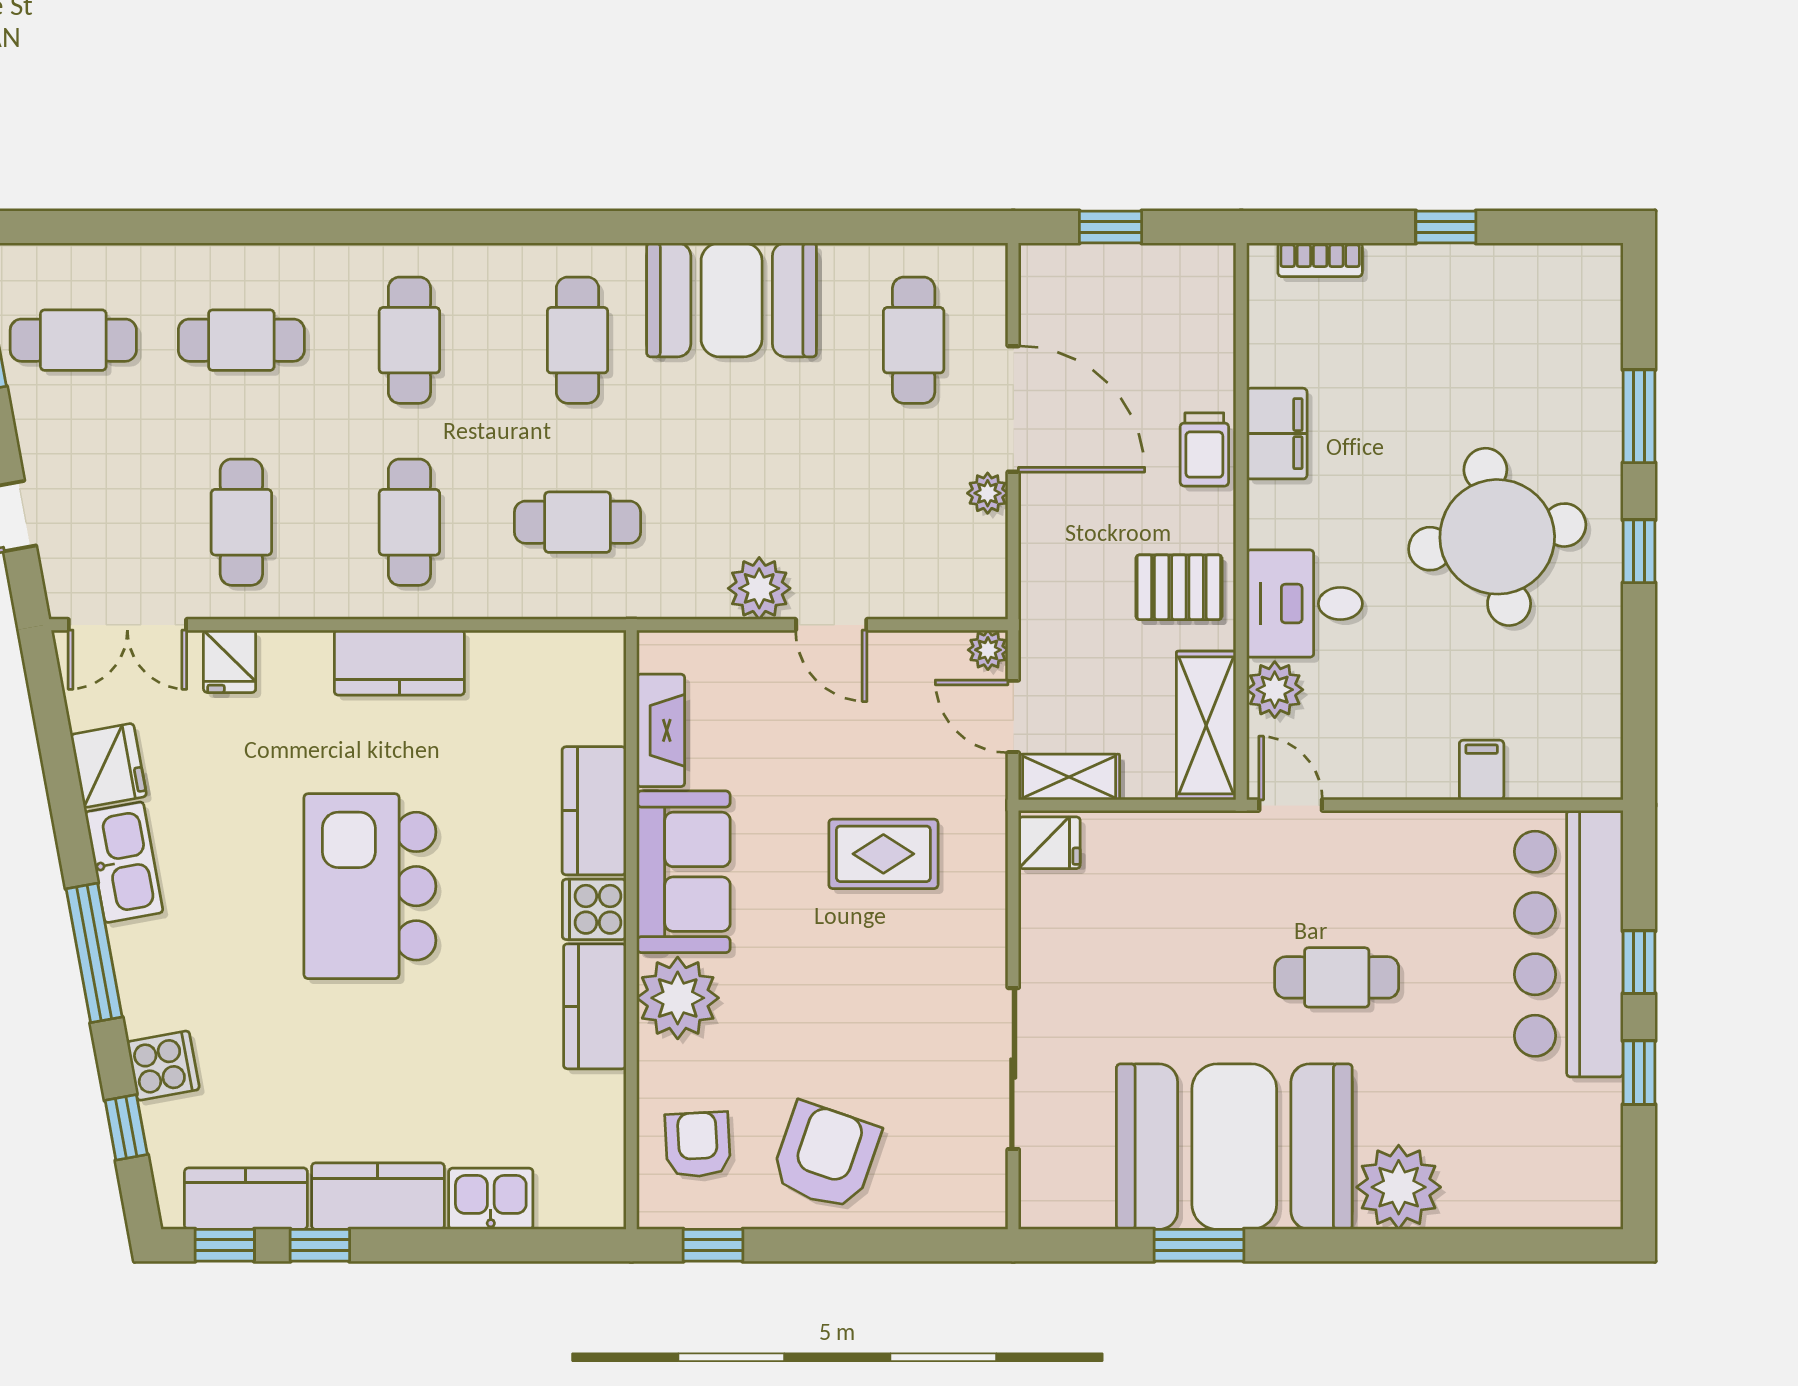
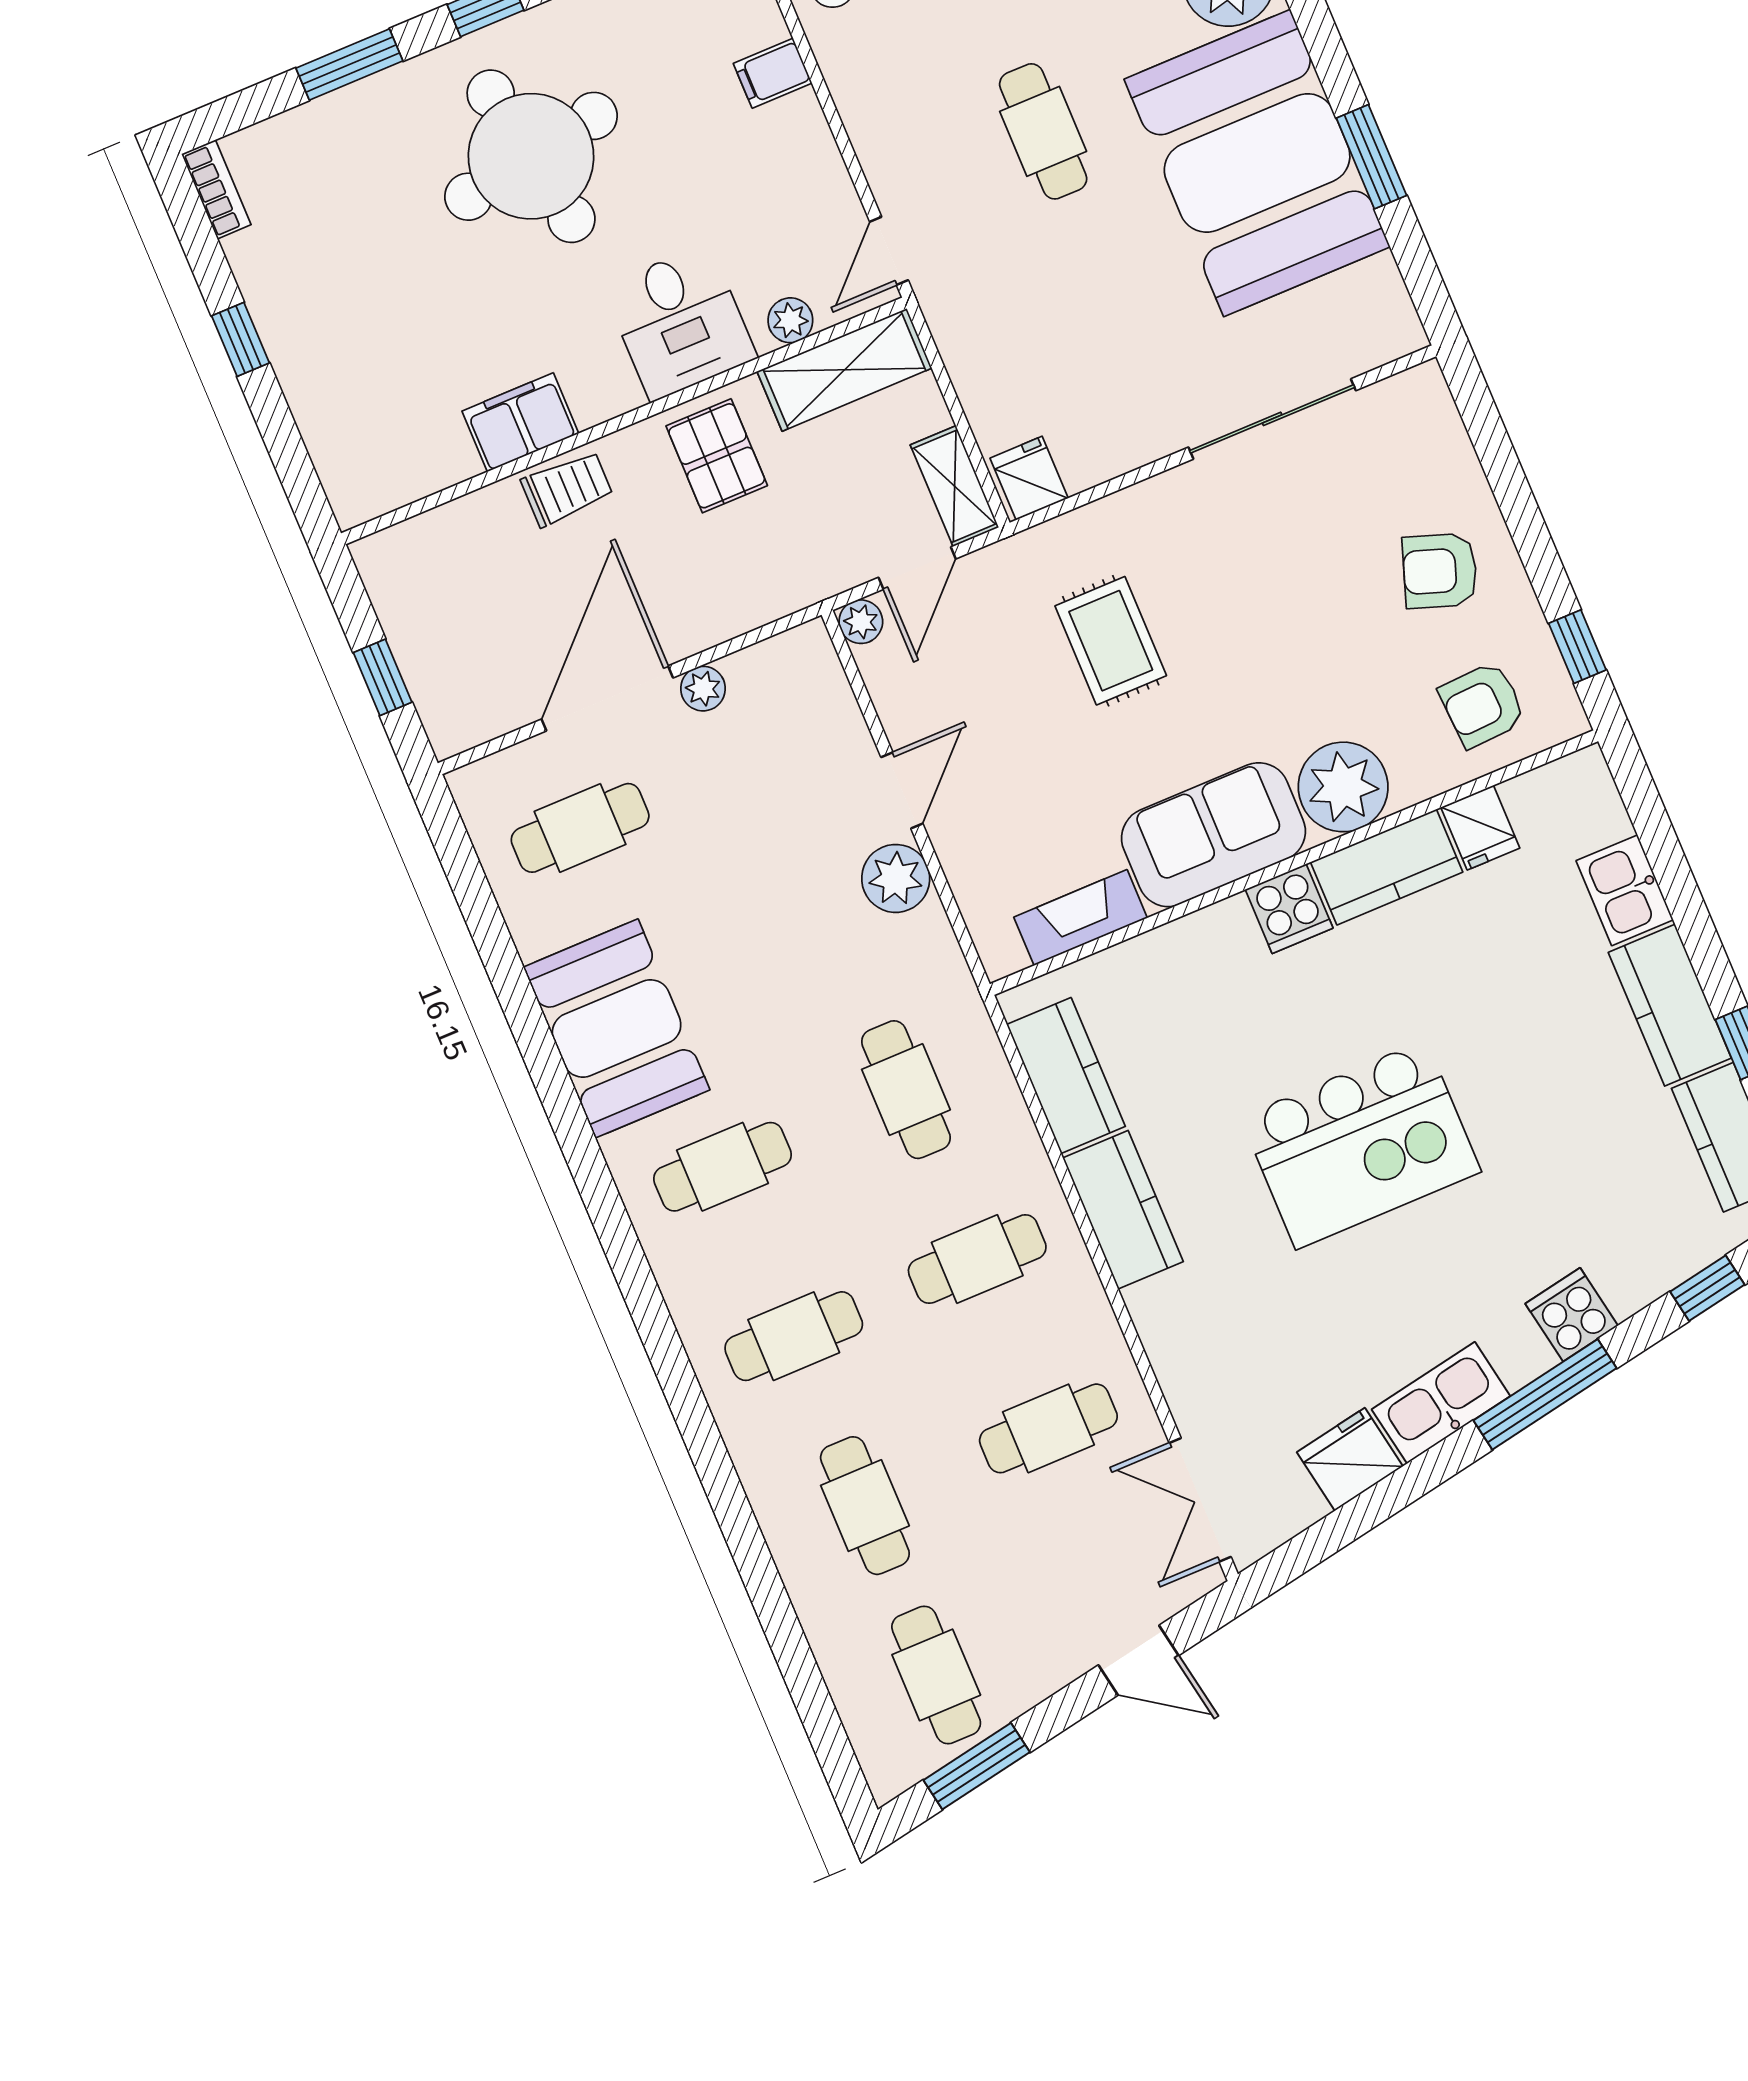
bookcase: (1320, 260) -> (216, 189), moved
double door: (127, 625) -> (1200, 1500), swing flipped
fridge: (230, 661) -> (1480, 828), moved, turned 90
plant: (1275, 690) -> (790, 320), width x0.73, depth x0.73
kitchen counter: (594, 811) -> (1066, 1075), moved, turned -90
cooker: (163, 1066) -> (1572, 1315), moved
armchair: (826, 1156) -> (1440, 571), width x0.72, depth x0.72

